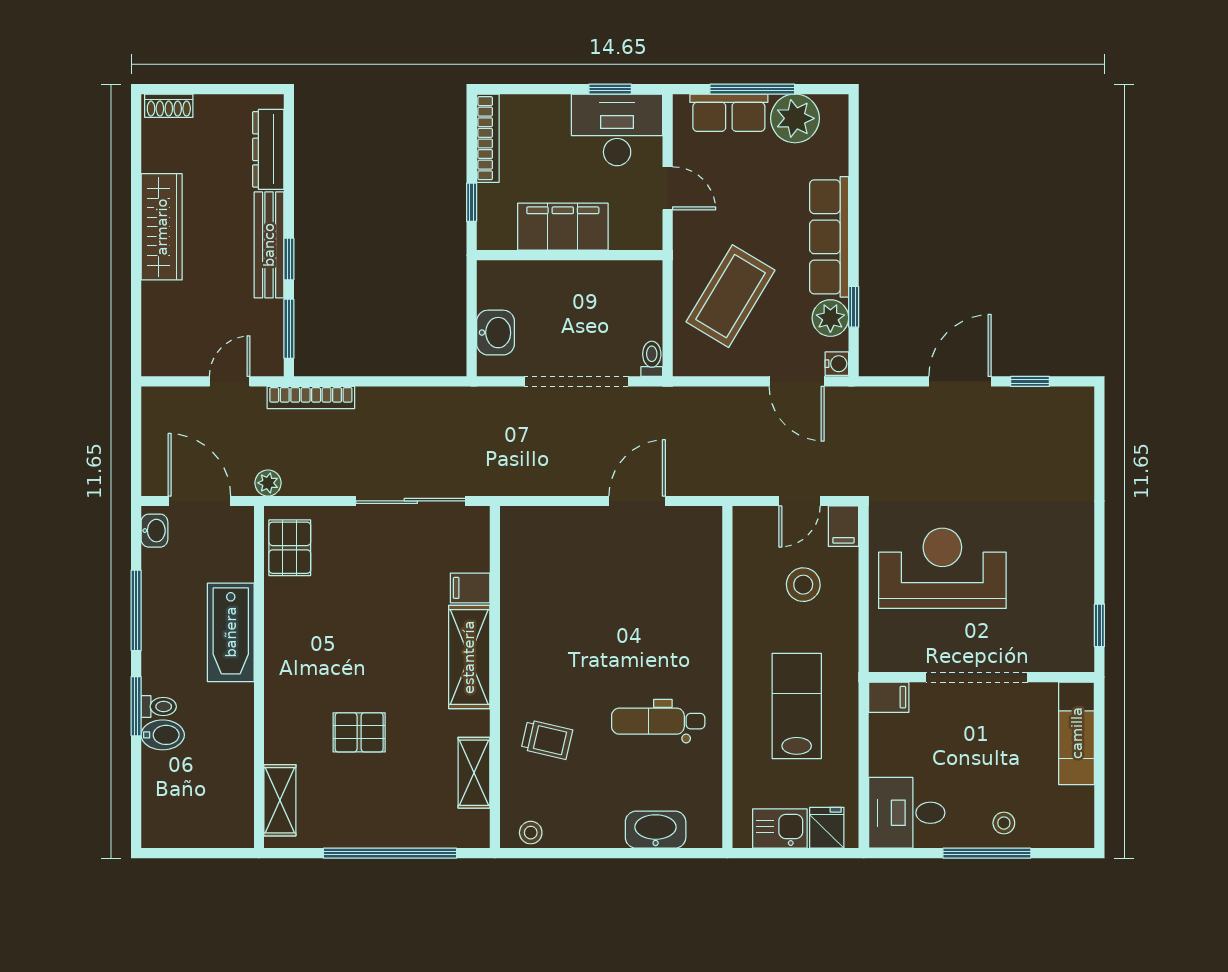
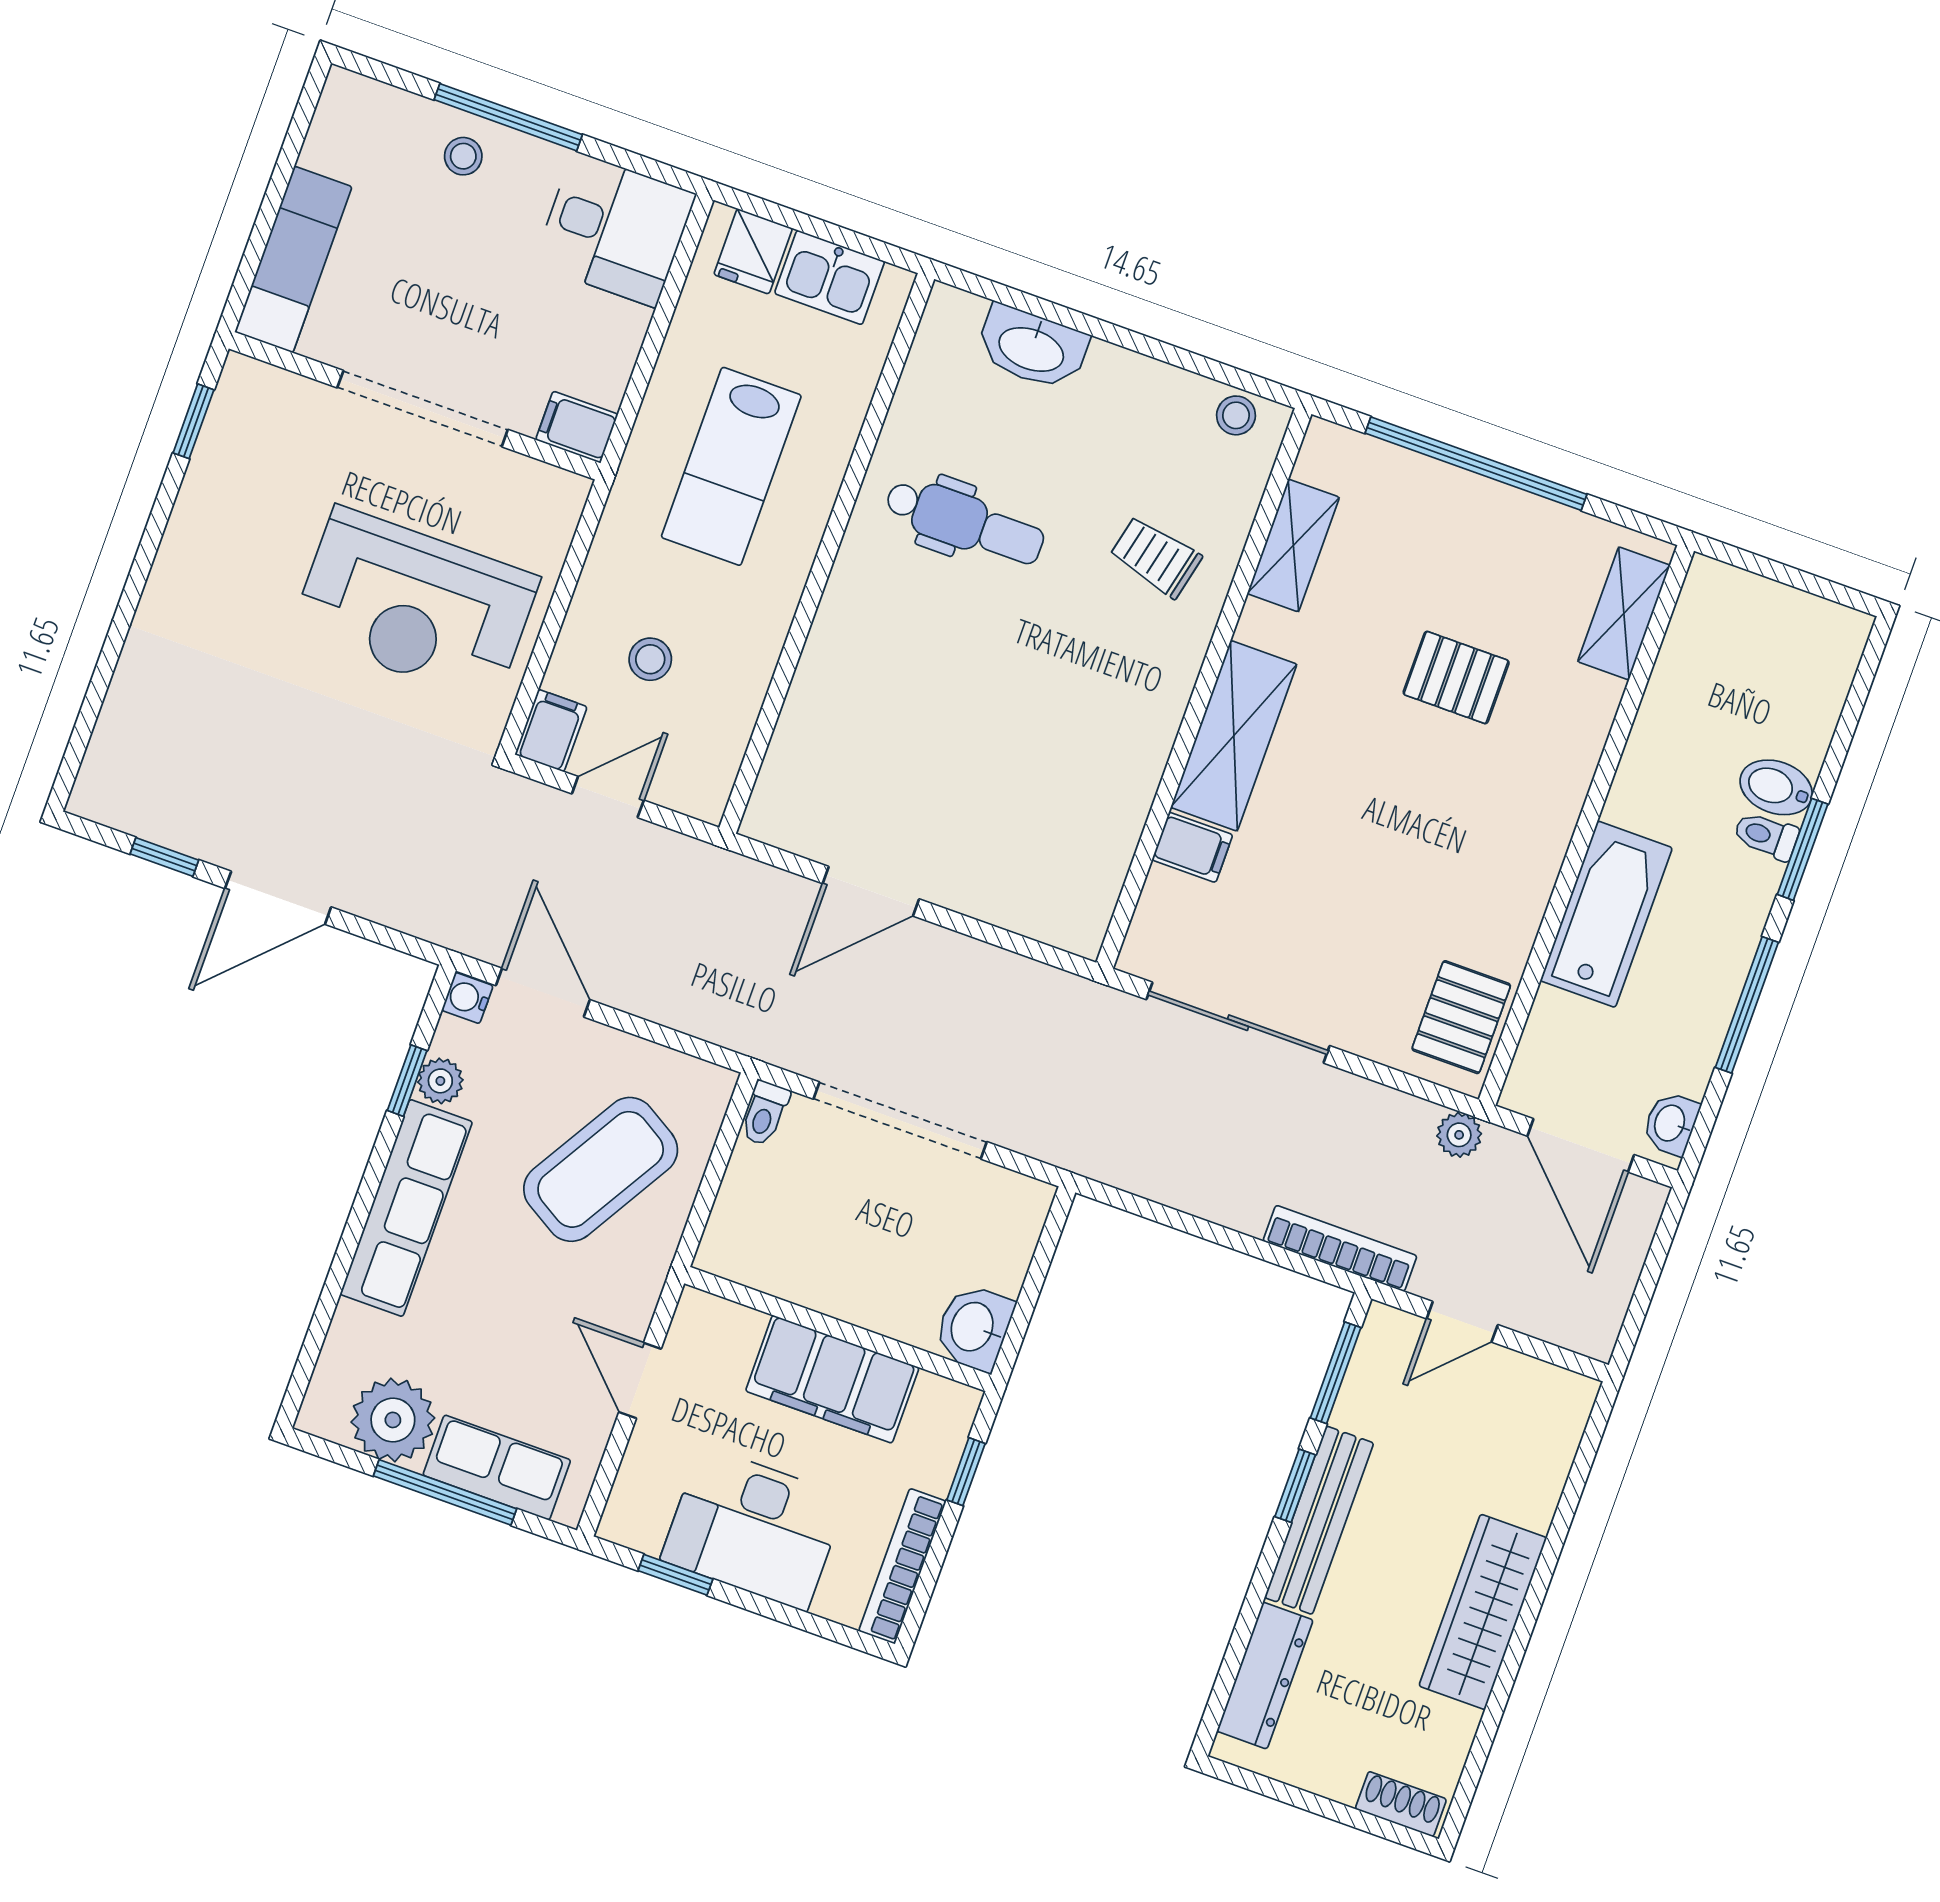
desk: (617, 130) -> (754, 1528), moved
plant: (830, 318) -> (440, 1081), width x0.73, depth x0.73
washbasin: (496, 333) -> (974, 1327), moved
stool: (803, 585) -> (650, 659), width x0.73, depth x0.73

